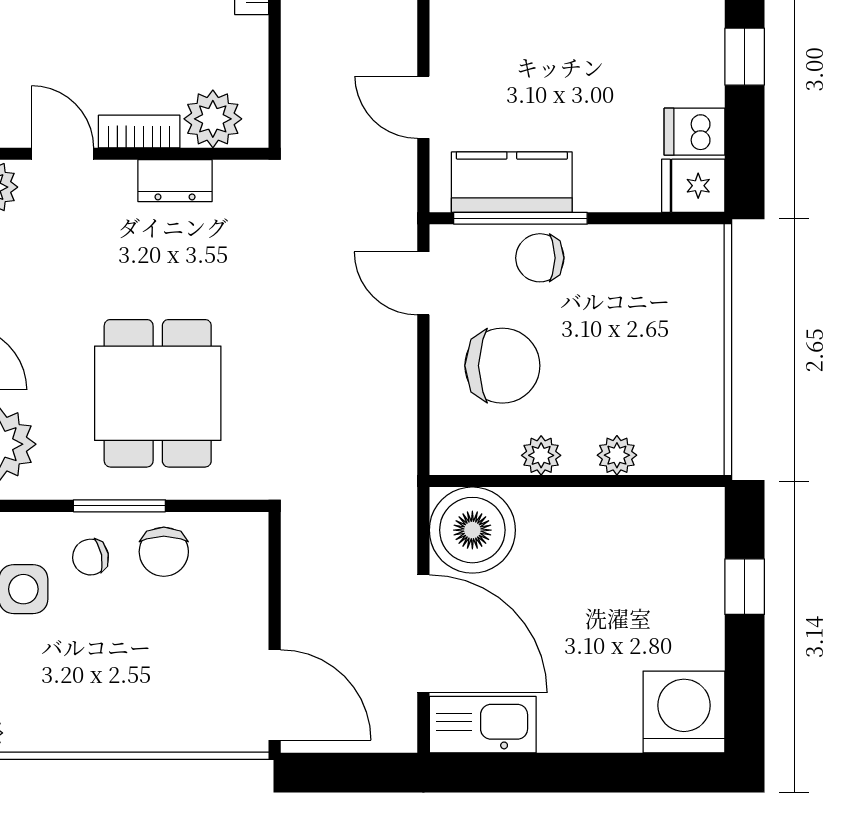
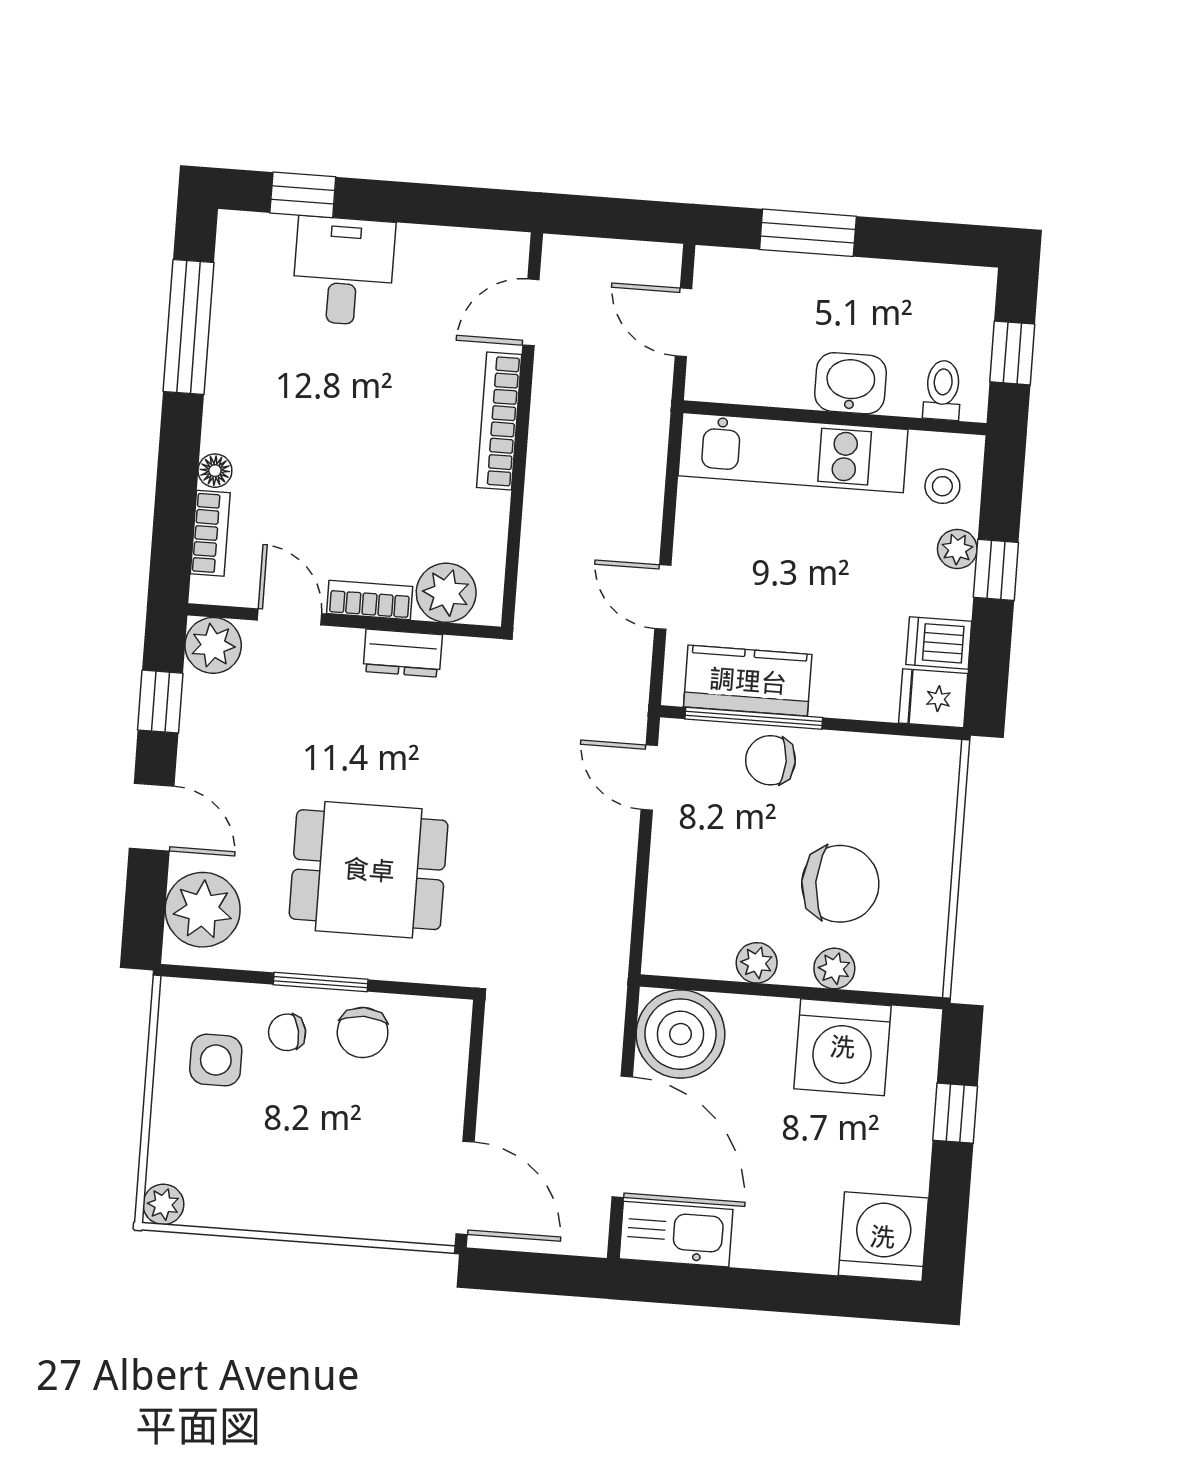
plant: (706, 39) -> (957, 549), added
chair: (502, 366) -> (840, 884), moved
dining table: (158, 393) -> (369, 870), turned 90
washing machine: (631, 531) -> (843, 1047), added

